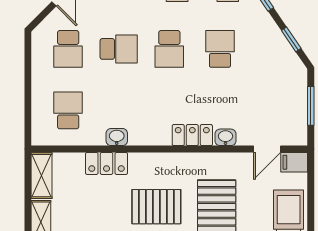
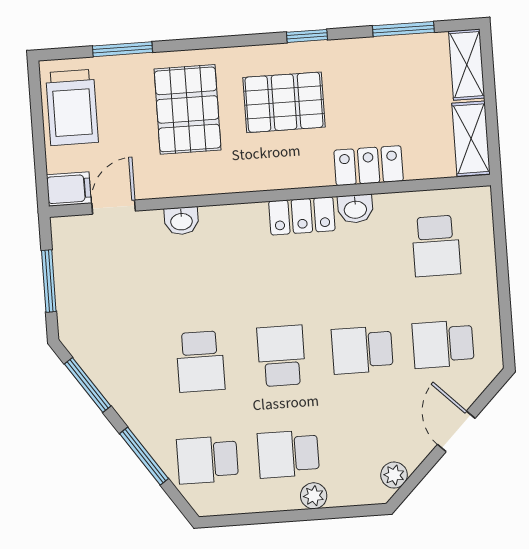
window: (291, 39) -> (88, 385), width x1.50
school desk: (68, 49) -> (443, 344), turned -90
locker: (192, 135) -> (302, 216), moved

